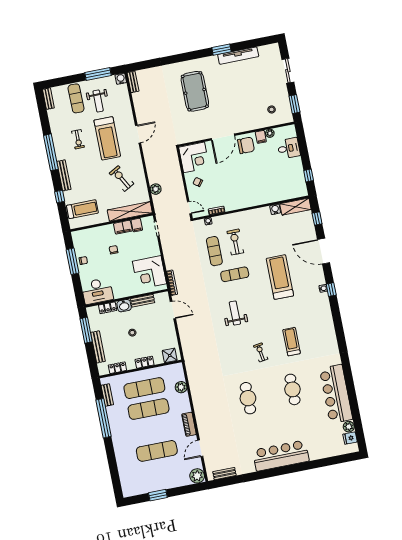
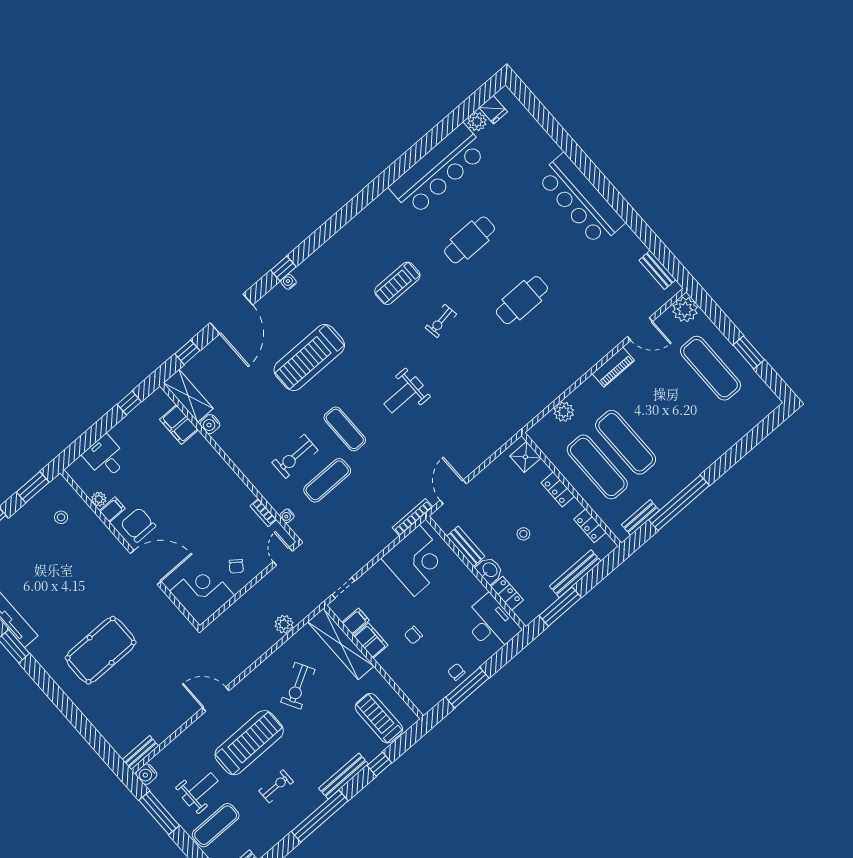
filing cabinet: (284, 194) -> (179, 425), added
exercise mat: (157, 451) -> (711, 368), moved

